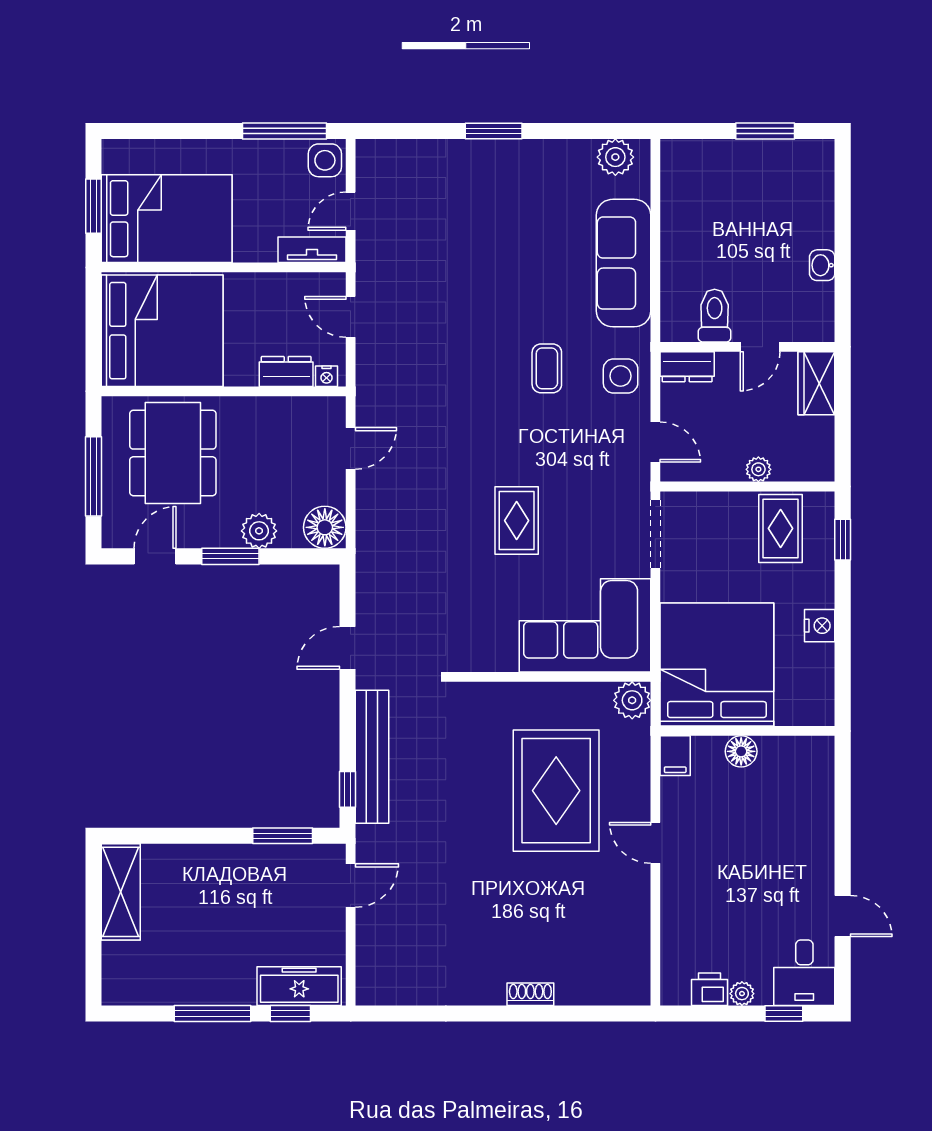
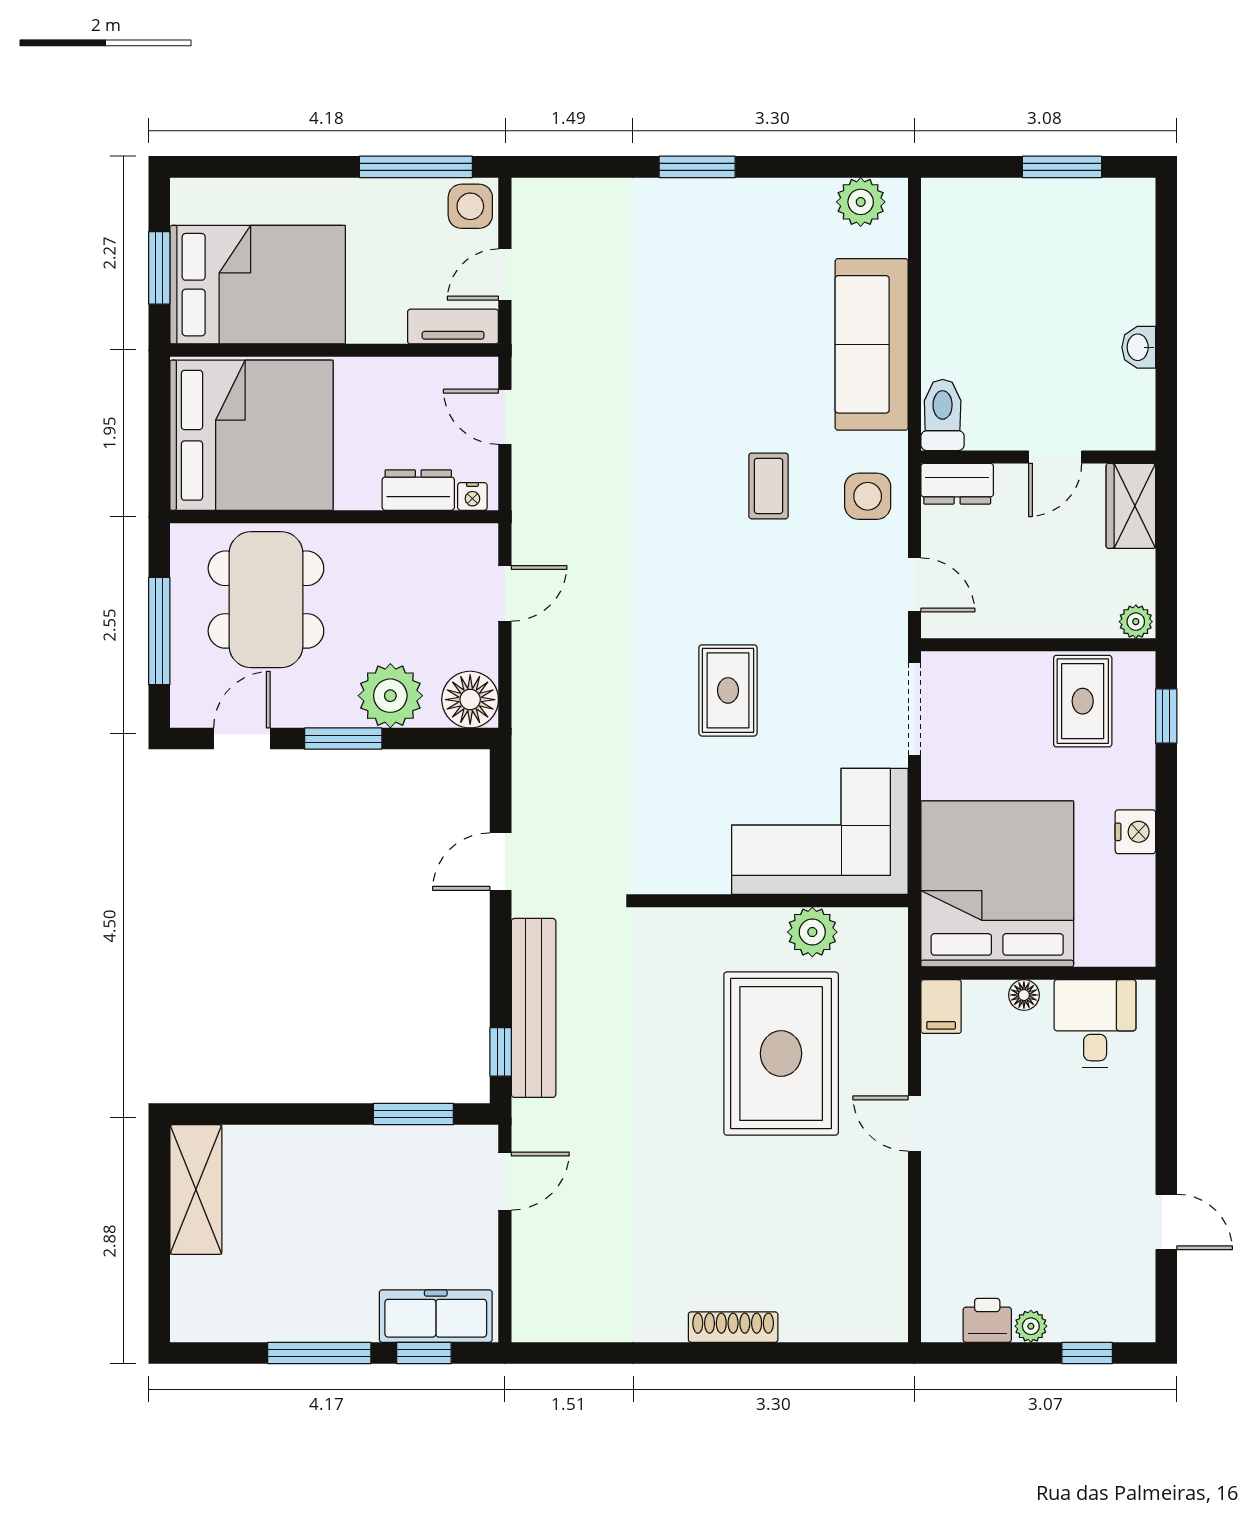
toilet: (715, 316) -> (943, 415), moved
plant: (758, 469) -> (1136, 622), moved
plant: (259, 531) -> (390, 696), width x1.36, depth x1.36
plant: (632, 700) -> (812, 932), moved
floor lamp: (741, 751) -> (1024, 995), width x0.73, depth x0.73
desk: (804, 973) -> (1095, 1024), moved, turned 180
shoe rack: (530, 994) -> (733, 1327), width x1.43

